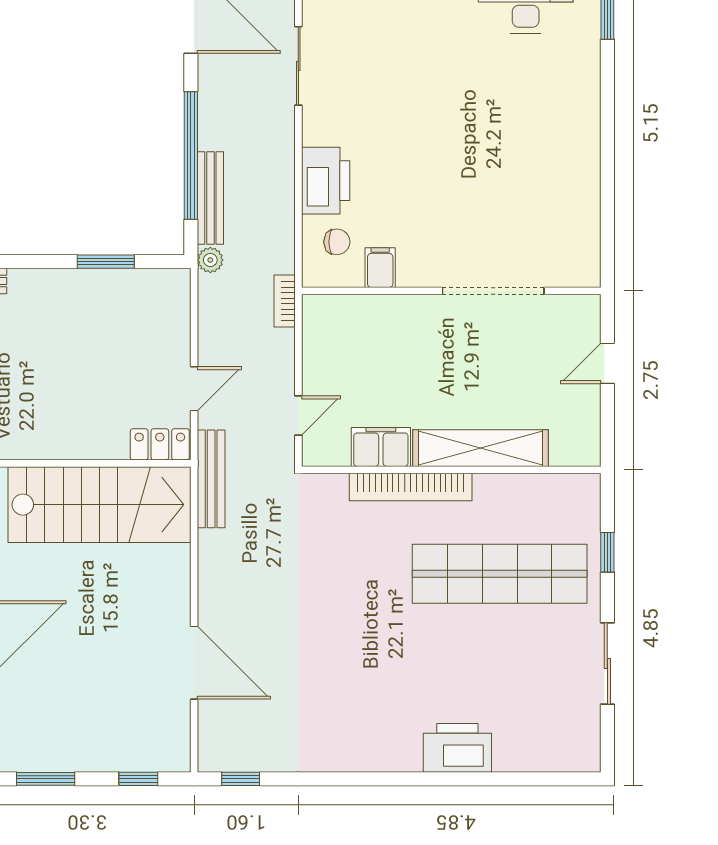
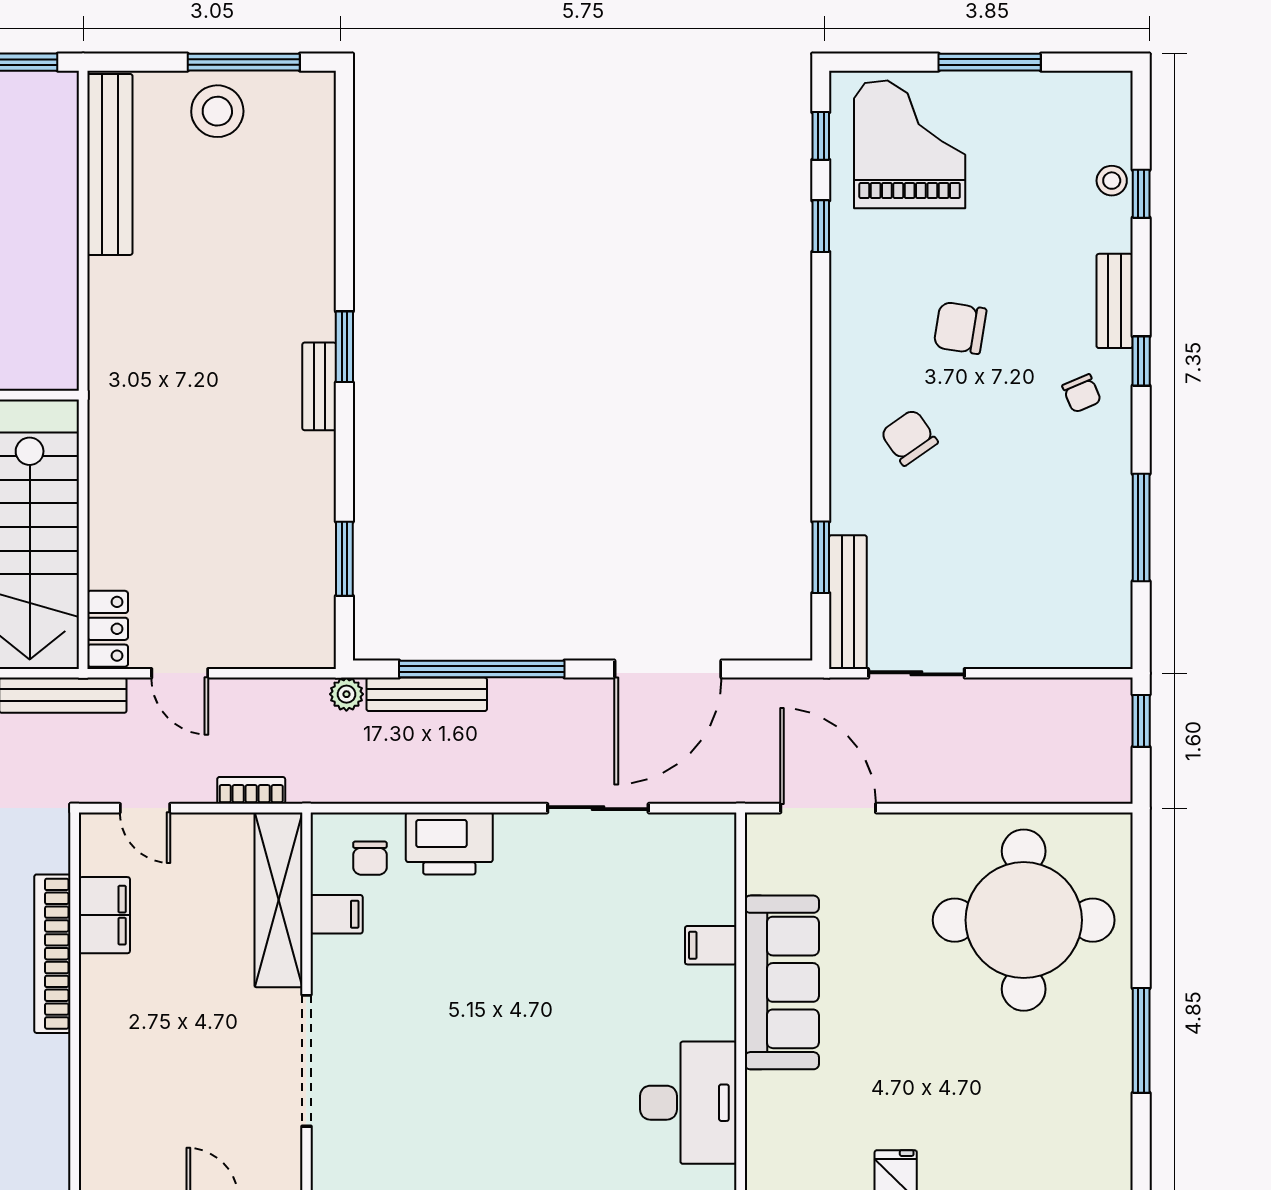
bookcase: (285, 301) -> (251, 790), moved
shelving: (481, 448) -> (278, 900), moved

